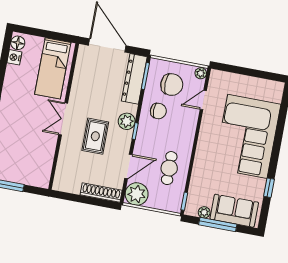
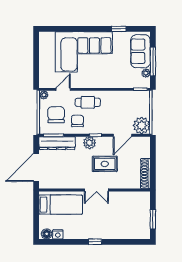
door: (203, 100) -> (63, 89), swing flipped
door: (128, 166) -> (122, 135), swing flipped
cafe table: (169, 168) -> (88, 102), moved
shoe rack: (101, 193) -> (145, 173), moved

